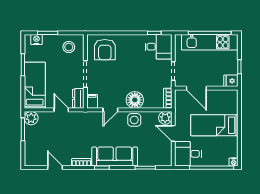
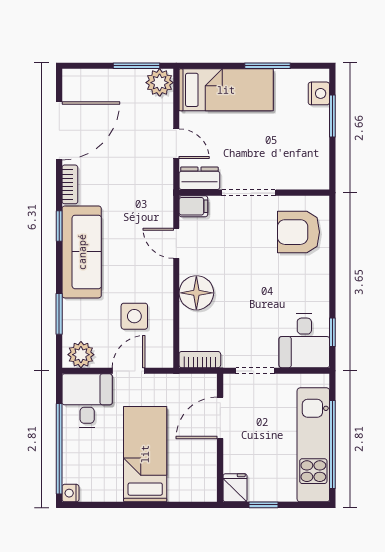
stool: (69, 47) -> (304, 159), removed
door: (61, 110) -> (176, 144), hinge flipped
plant: (165, 118) -> (81, 355), moved
side table: (134, 120) -> (134, 316), moved
door: (55, 168) -> (59, 131), width x1.88

